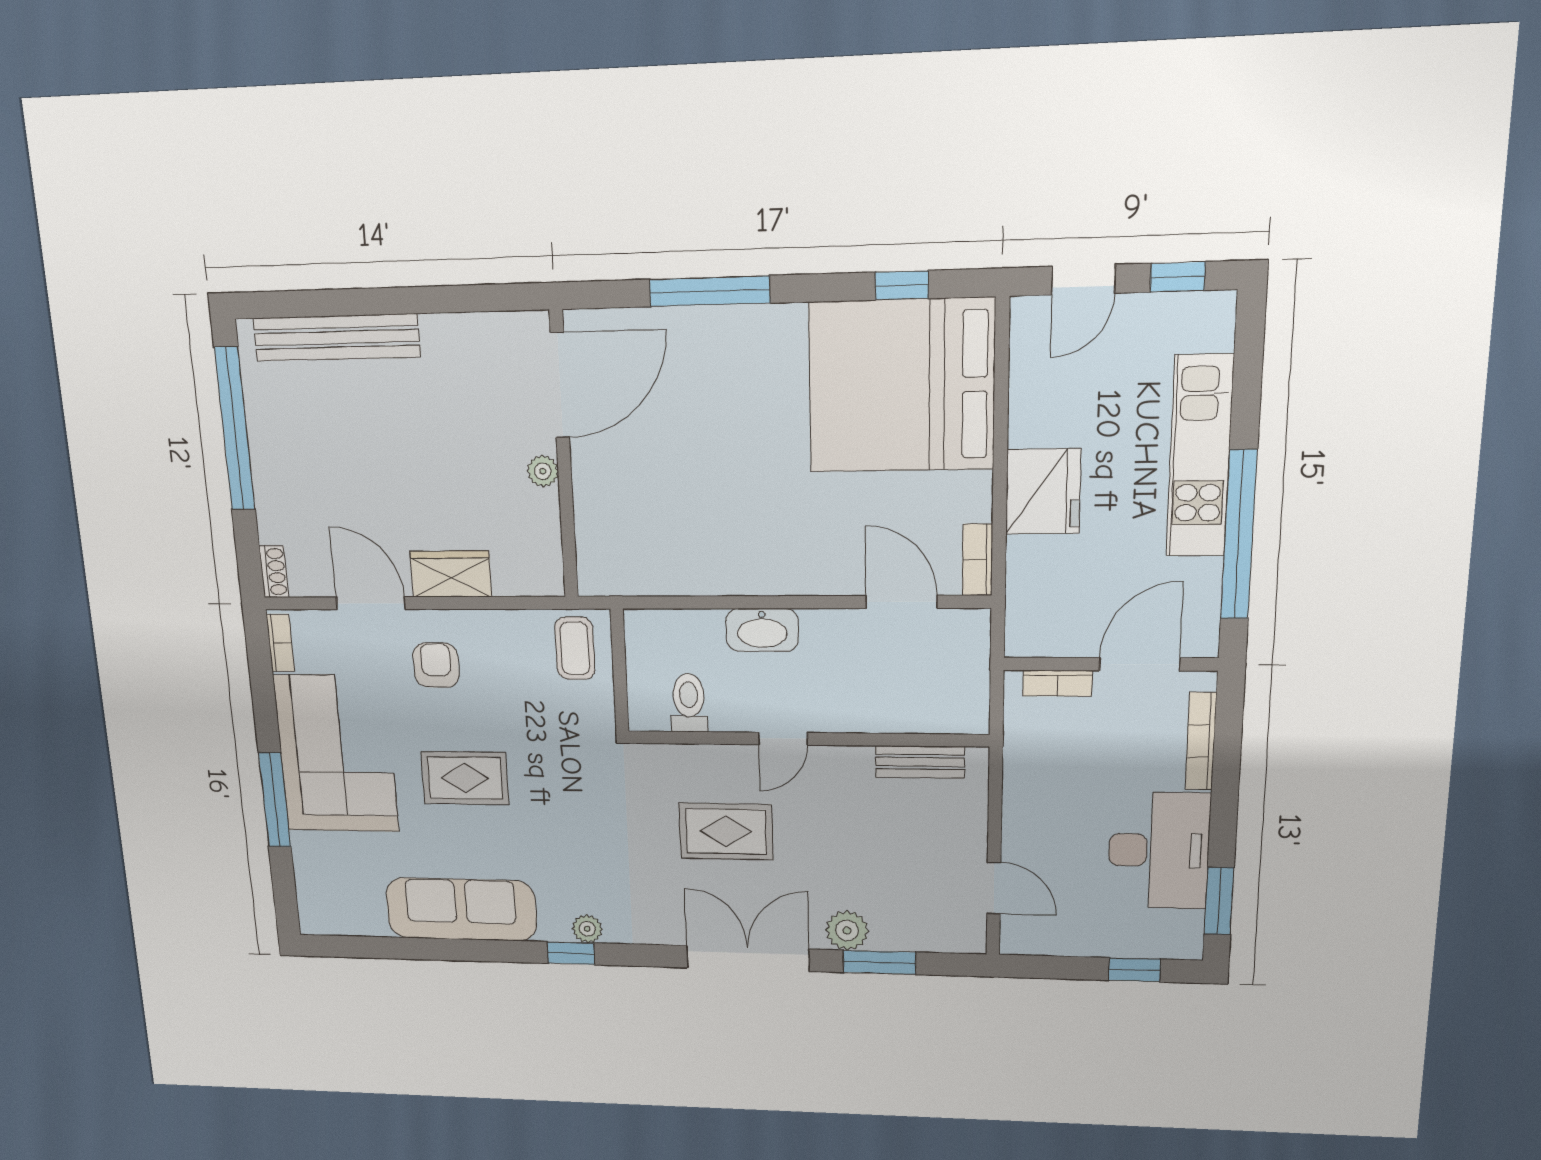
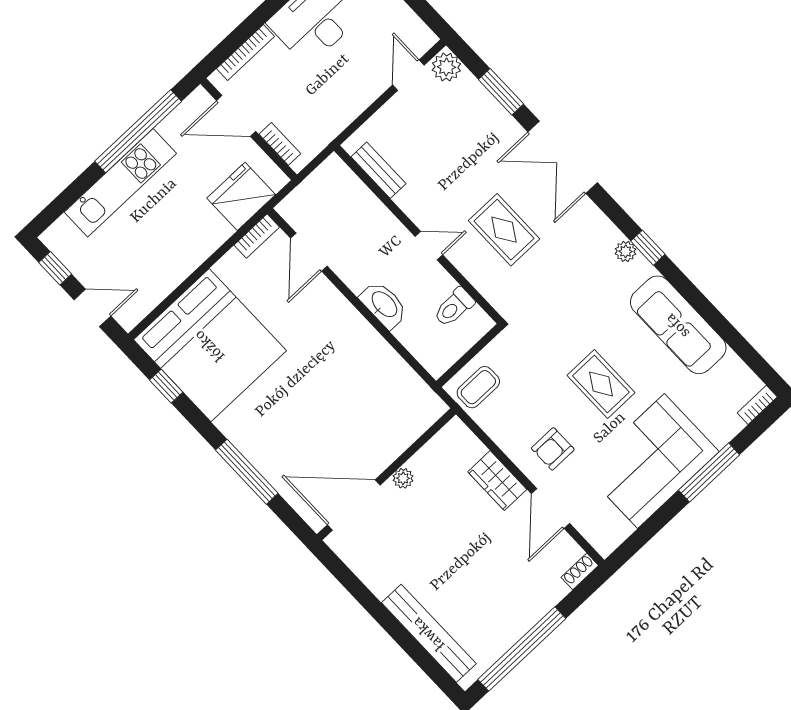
fridge: (1043, 492) -> (241, 196), moved
bookcase: (280, 643) -> (757, 405), moved
plant: (847, 930) -> (446, 67), moved

